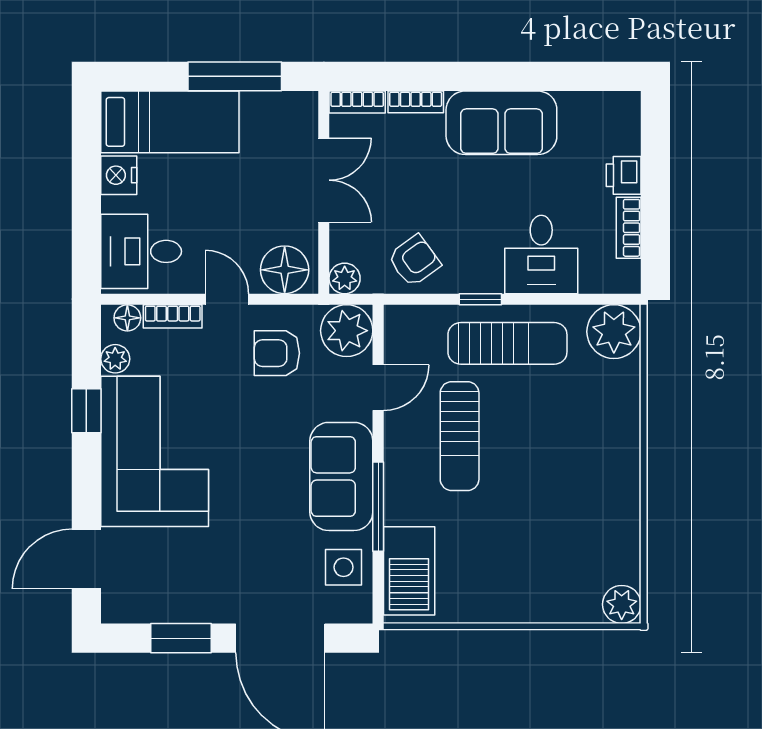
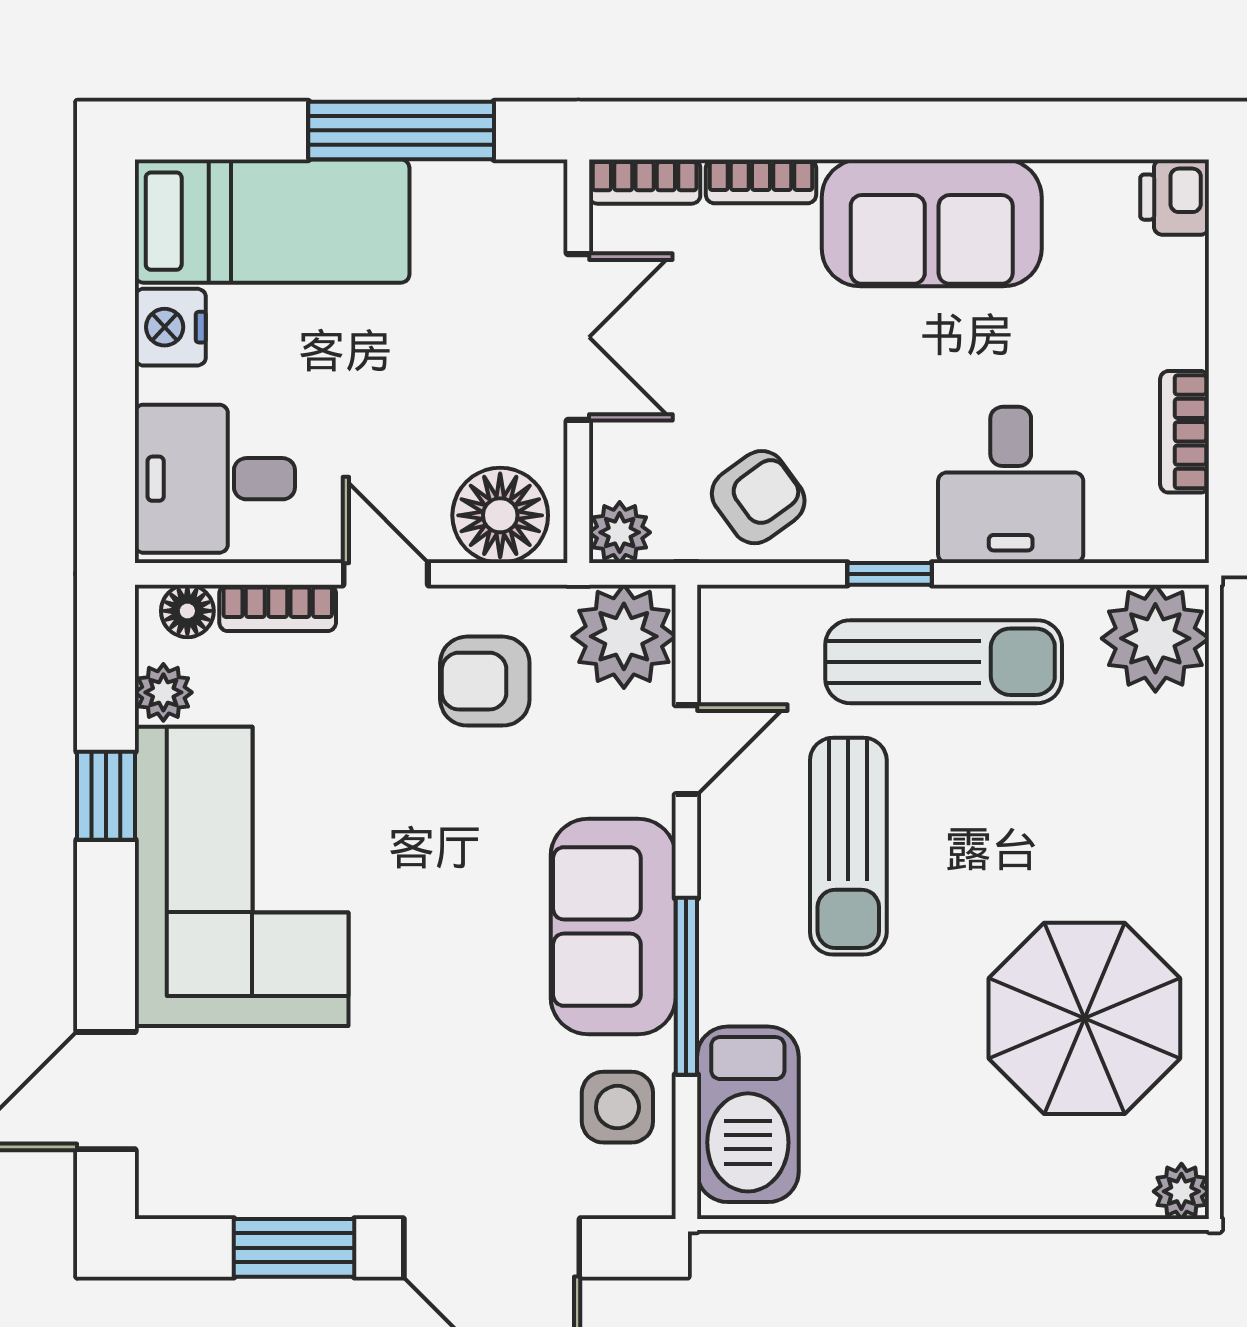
printer: (624, 175) -> (1175, 197), moved
parasol: (578, 523) -> (1084, 1018), added
plant: (622, 604) -> (1181, 1191), width x0.73, depth x0.73

